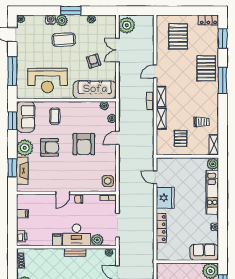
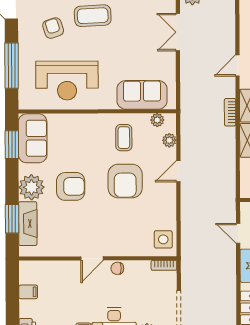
armchair: (94, 61) -> (53, 28), moved
sofa: (95, 90) -> (142, 95), width x0.73
coffee table: (55, 116) -> (124, 138), moved

